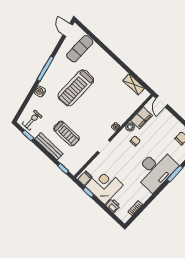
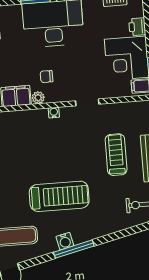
water cooler: (40, 91) -> (65, 241), moved

